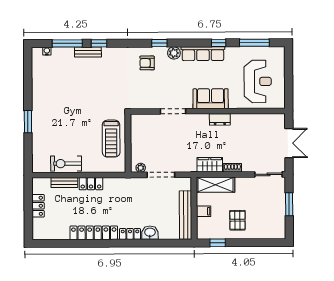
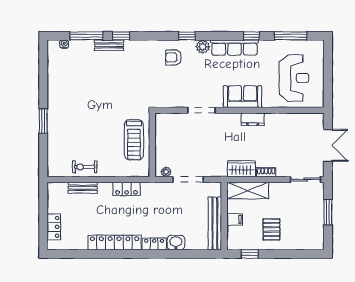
exercise bike: (66, 164) -> (85, 167), width x0.73, depth x0.72
locker: (91, 184) -> (127, 189), moved
locker: (38, 206) -> (54, 227), moved

